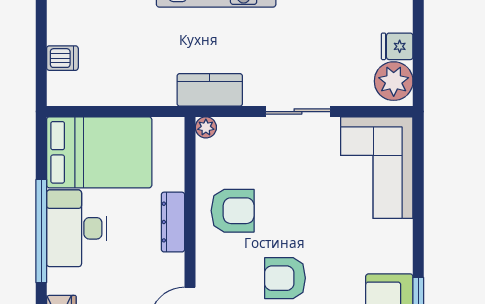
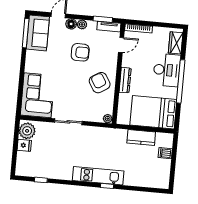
kitchen counter: (210, 90) -> (141, 138), moved
armchair: (233, 211) -> (100, 83), turned 58
desk: (77, 228) -> (167, 70), moved

